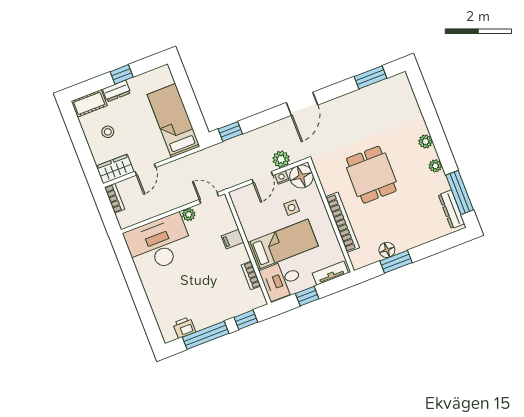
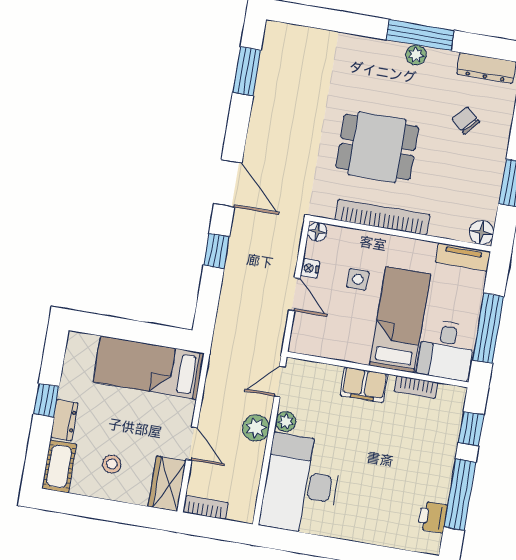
window: (230, 131) -> (216, 251), moved
plant: (425, 142) -> (376, 49), removed
plant: (281, 159) -> (256, 428), moved
floor lamp: (301, 176) -> (317, 232), width x0.53, depth x0.53
window: (460, 192) -> (420, 35), moved
chair: (415, 215) -> (466, 120), added
bookcase: (342, 222) -> (382, 217), moved
filing cabinet: (233, 239) -> (364, 385), width x2.00
floor lamp: (387, 250) -> (482, 232), moved
tv unit: (330, 273) -> (463, 257), moved, turned -90
window: (307, 296) -> (488, 328), width x2.17

